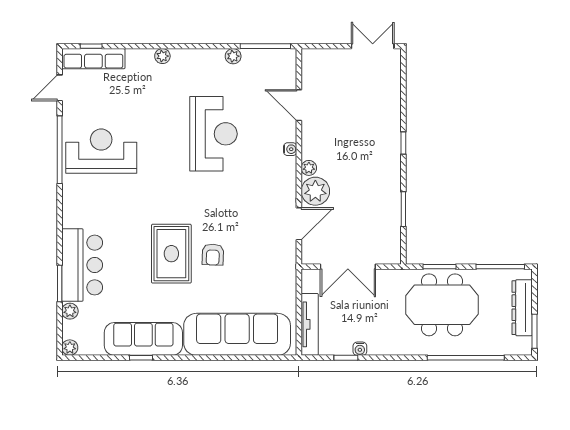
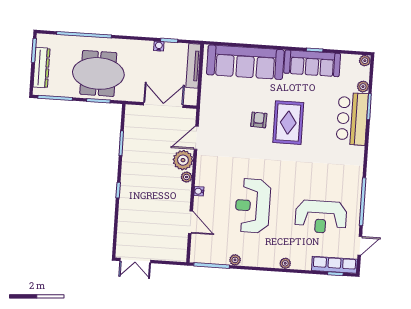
reception desk: (101, 151) -> (321, 217), moved

